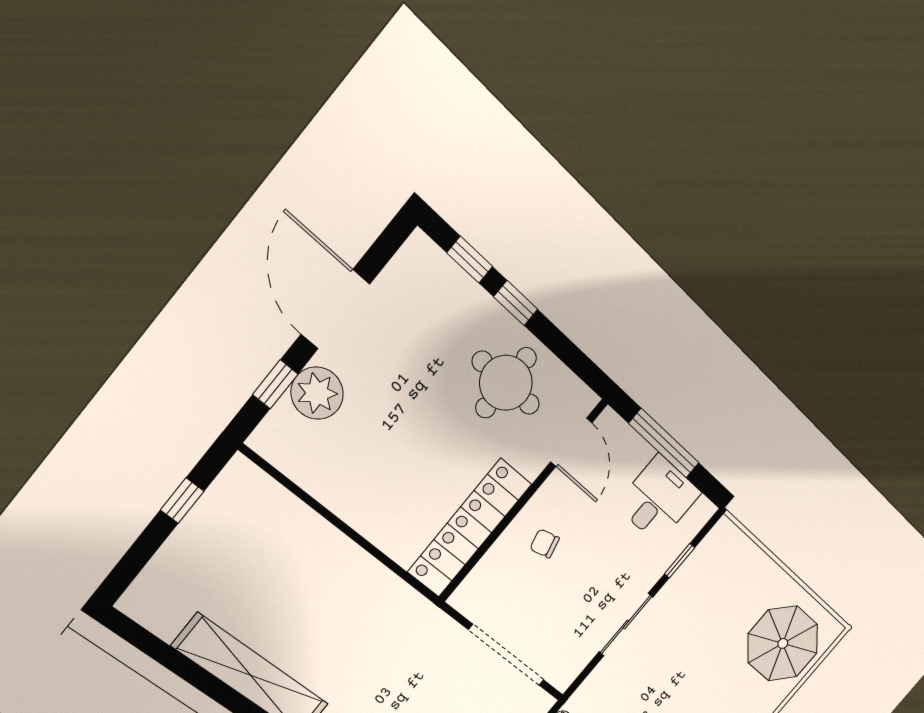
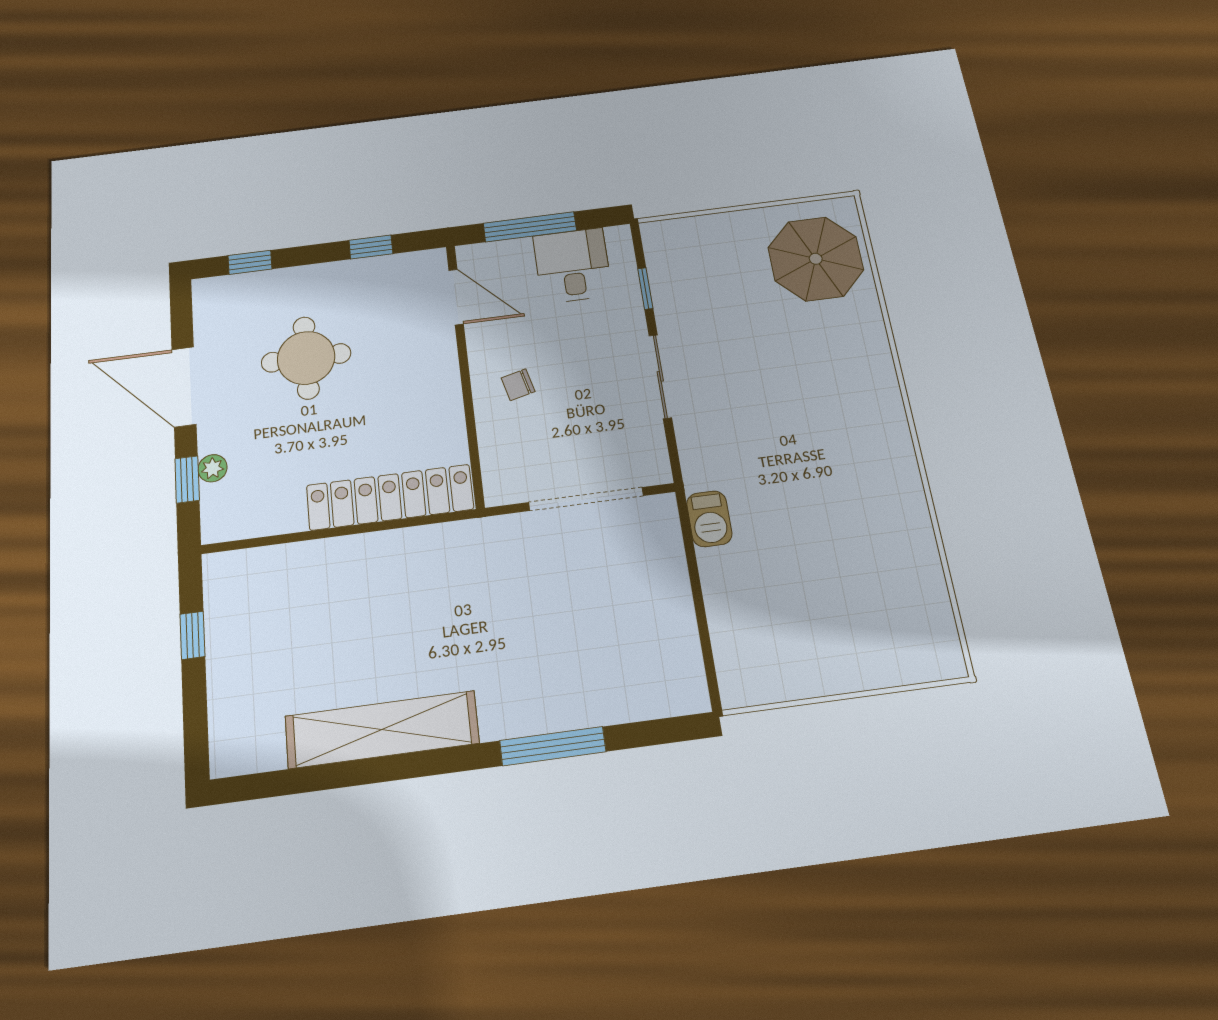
window: (516, 303) -> (371, 247), moved
round table: (506, 383) -> (306, 358), moved
plant: (317, 393) -> (213, 468), width x0.53, depth x0.53
locker: (470, 528) -> (390, 497), moved, turned 90

